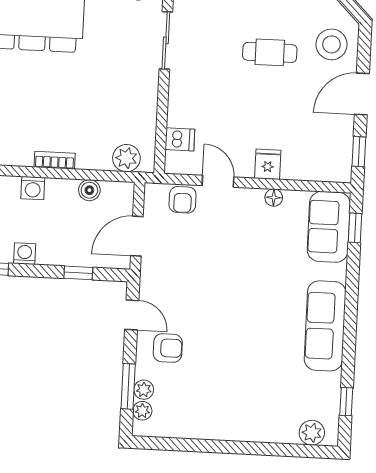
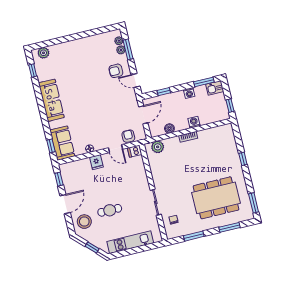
dishwasher: (180, 139) -> (135, 151), moved

